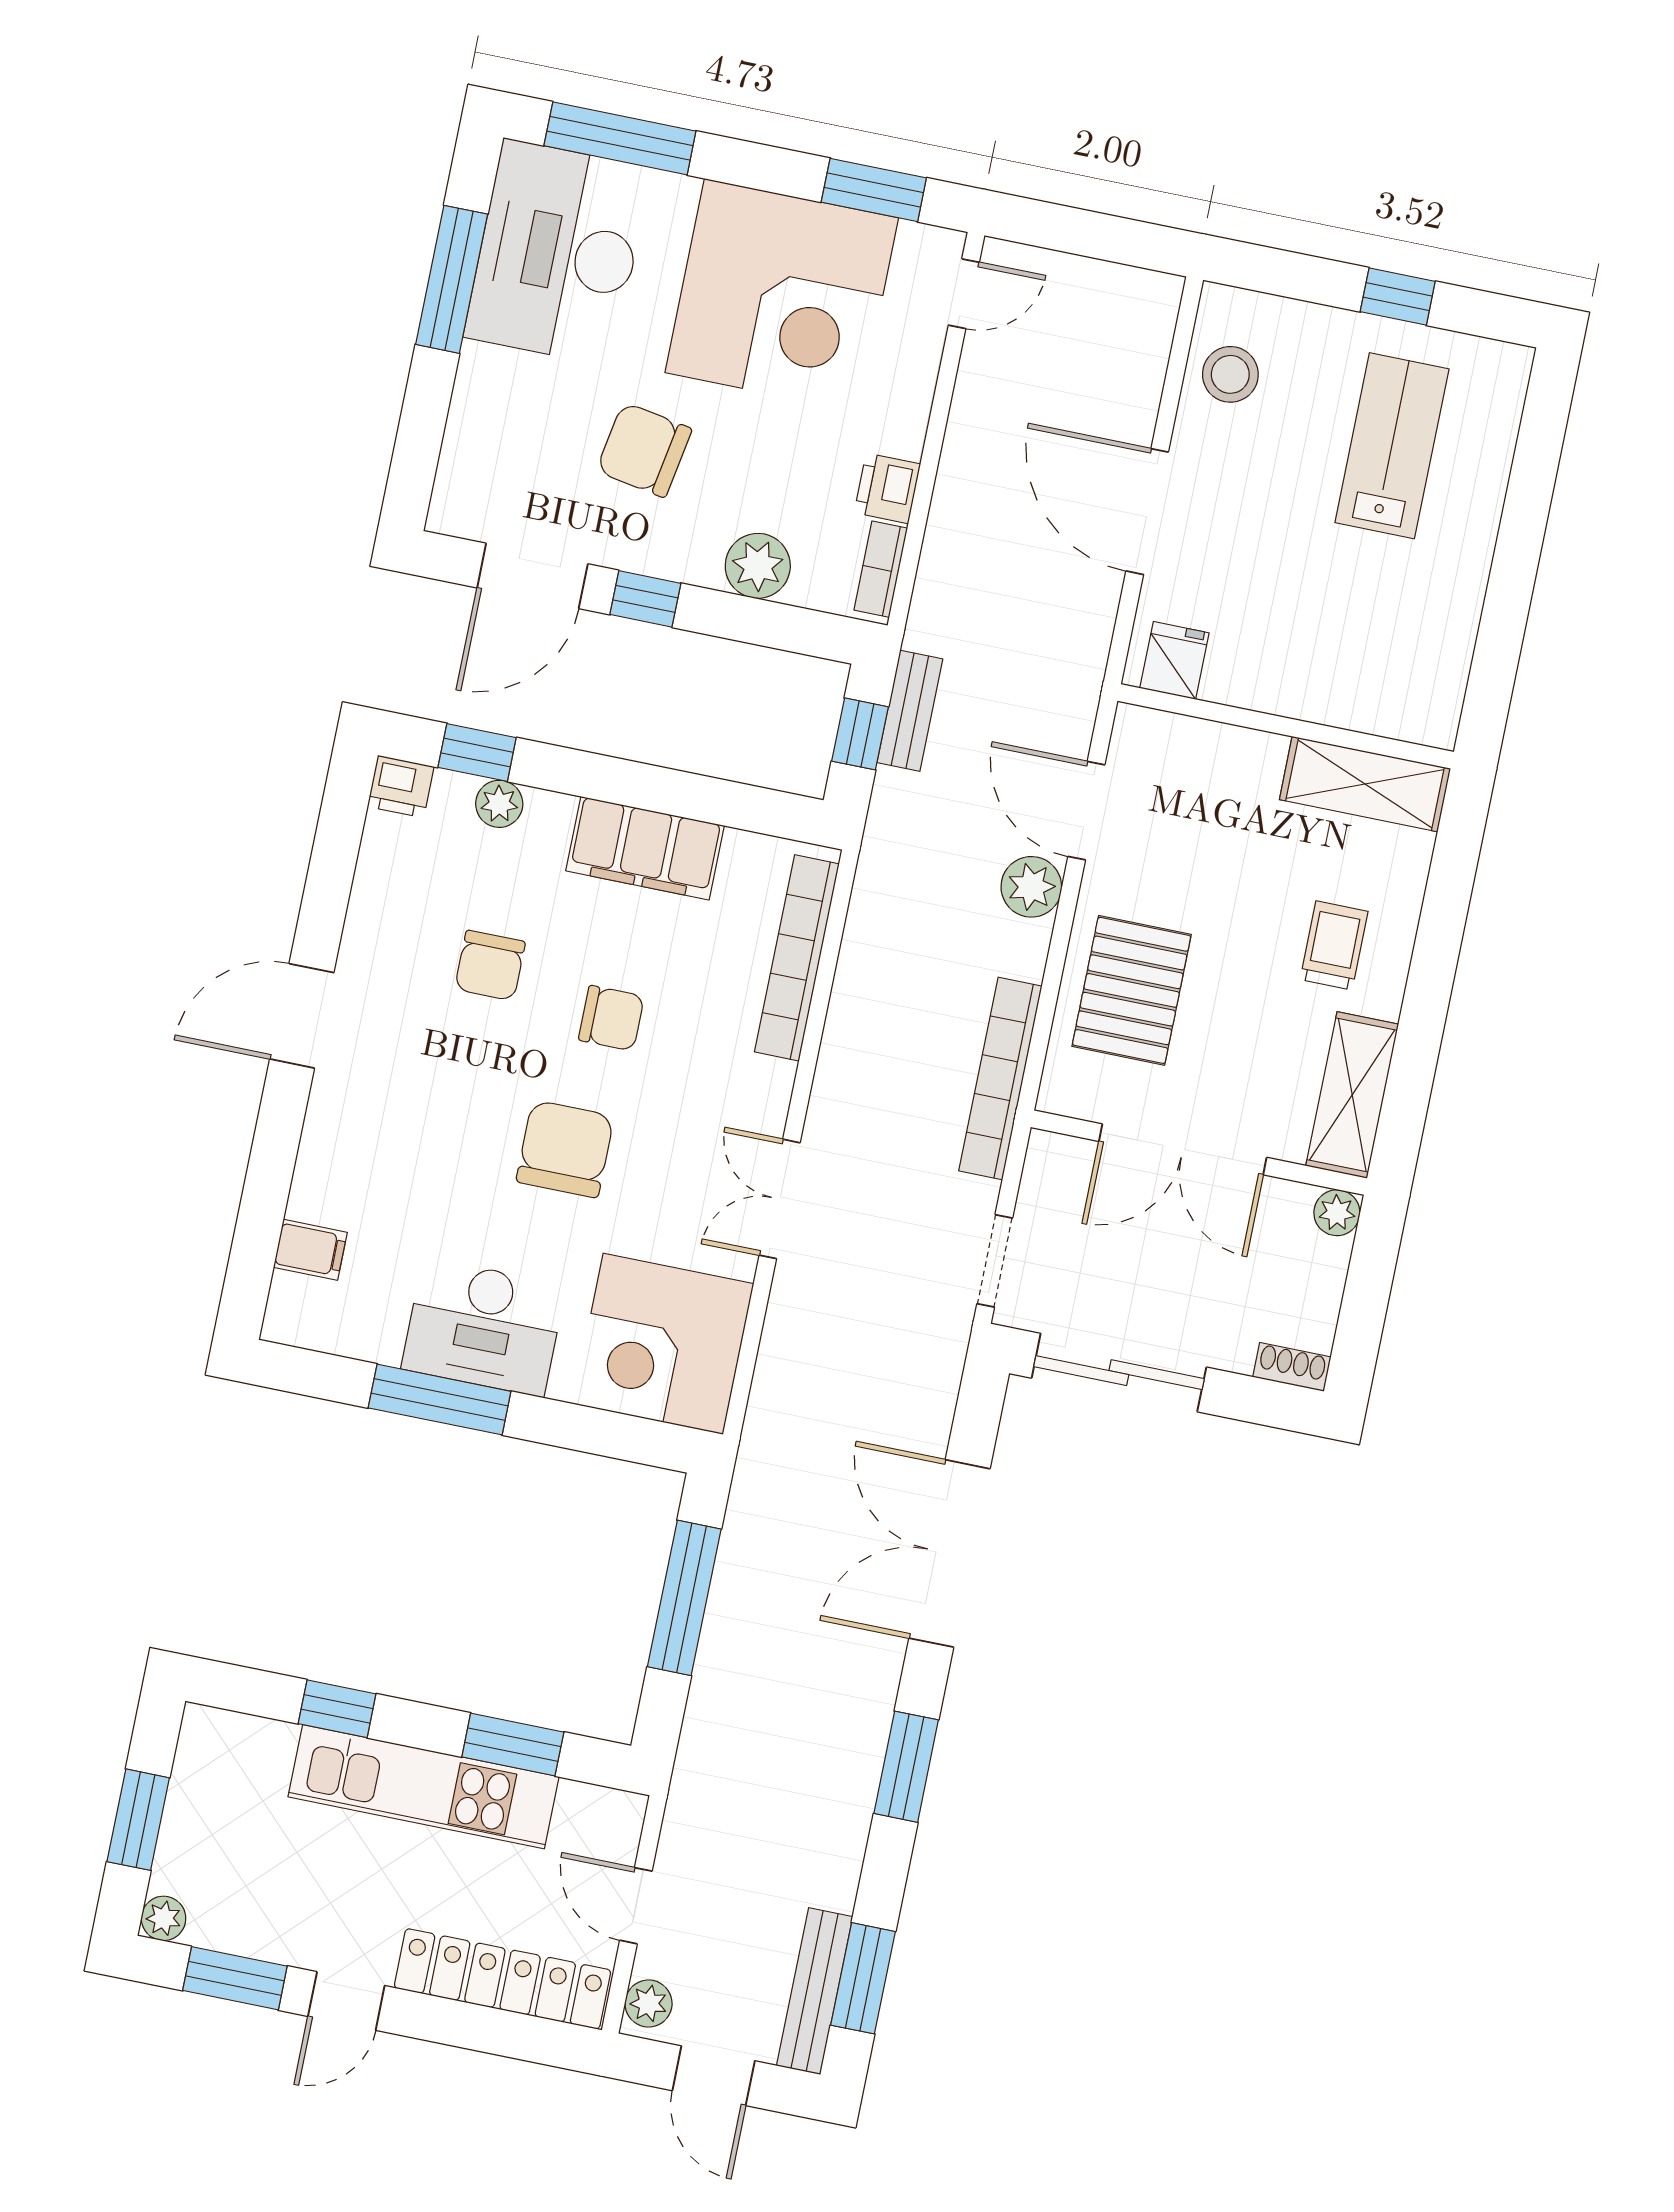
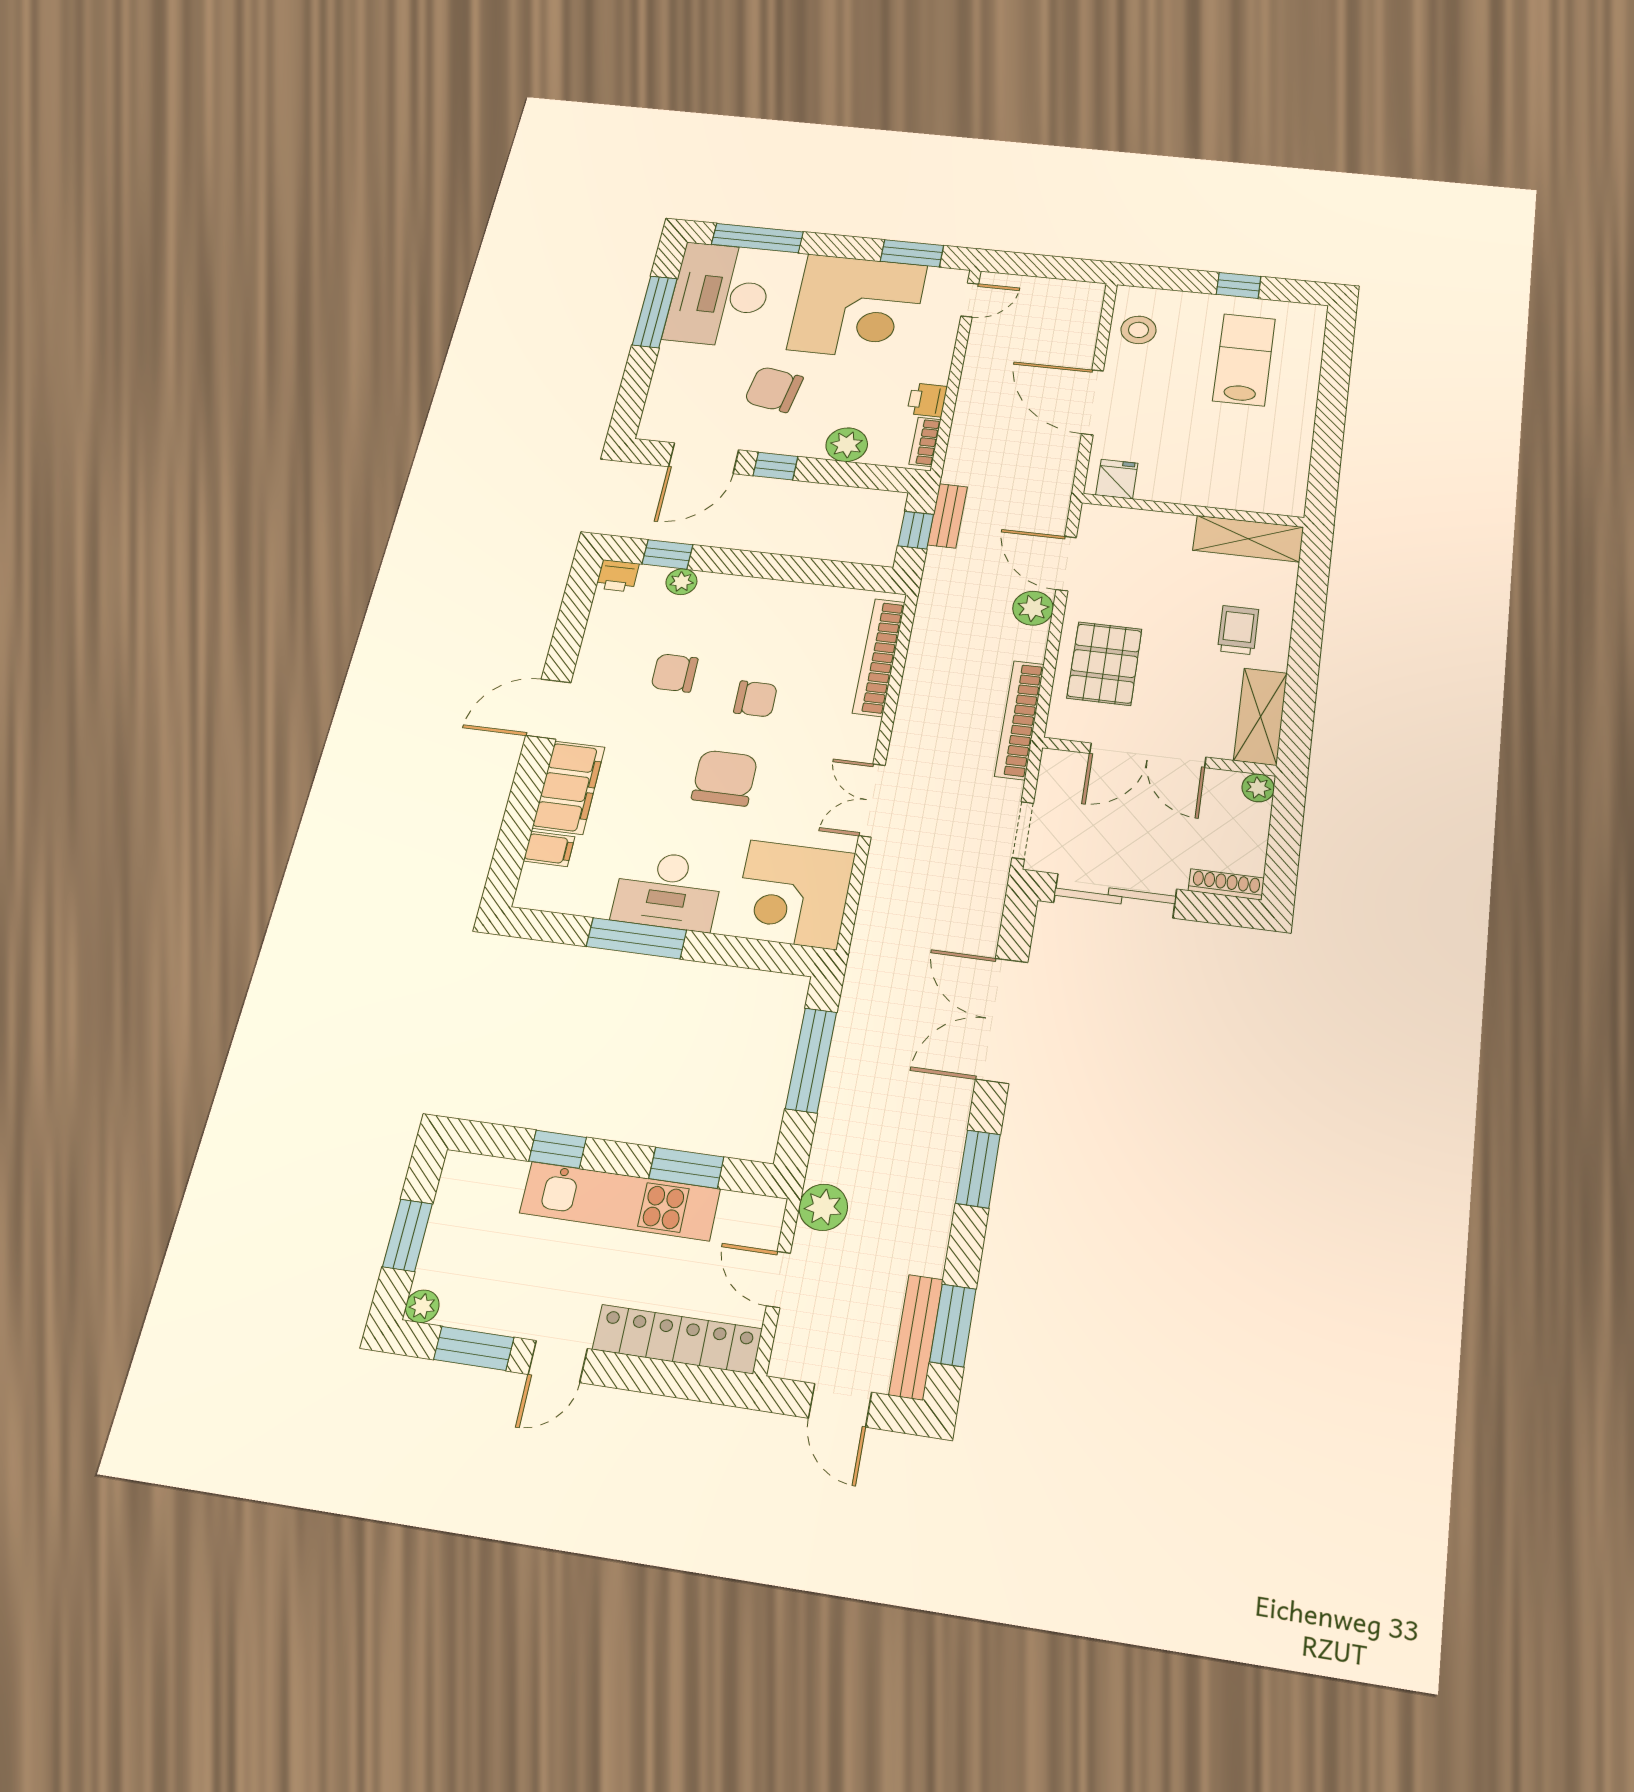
filing cabinet: (645, 848) -> (569, 787), moved, turned -90
chair: (490, 965) -> (675, 673), turned 90
shoe rack: (1292, 1367) -> (1226, 884), width x1.43
plant: (649, 2004) -> (823, 1207), moved, width x1.38, depth x1.38

